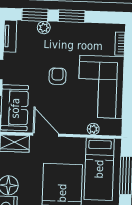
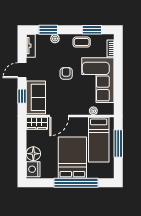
window: (72, 16) -> (92, 30), moved
coffee table: (80, 34) -> (82, 42), added
door: (46, 135) -> (59, 116), swing flipped

